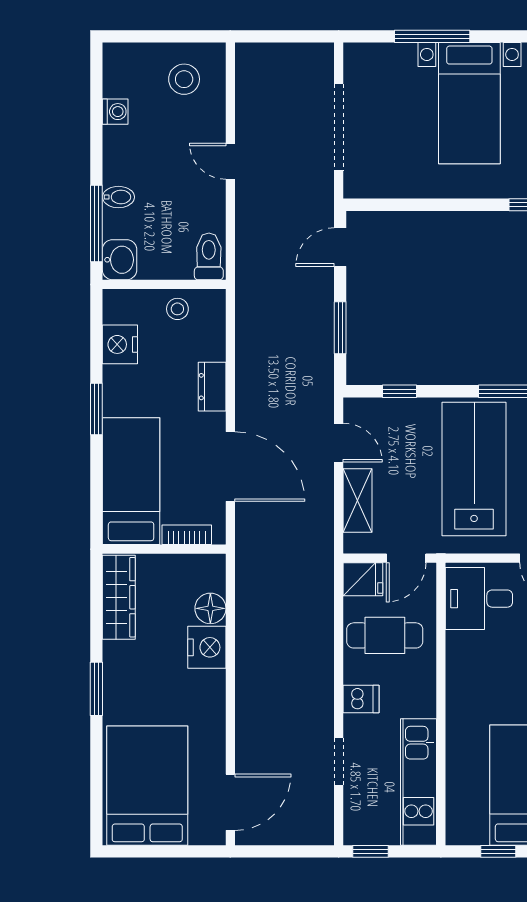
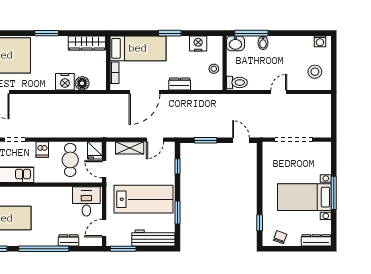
window: (432, 36) -> (334, 193), moved
washing machine: (115, 112) -> (320, 41), moved

